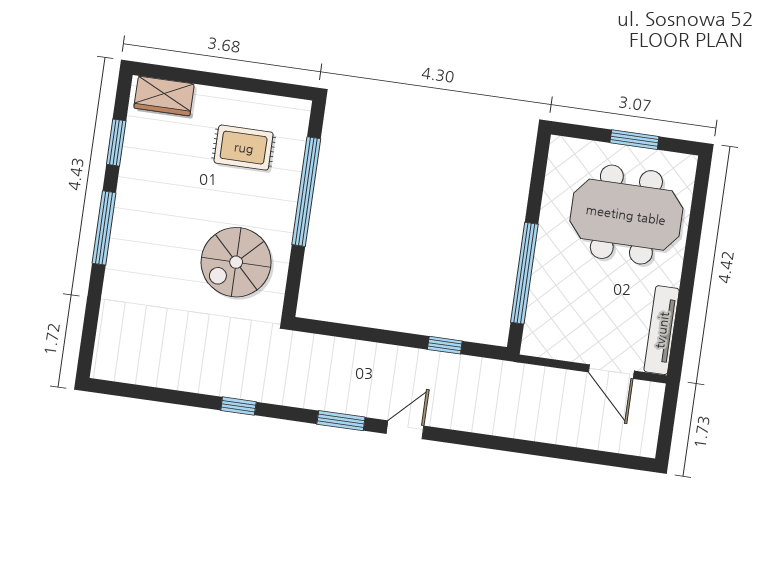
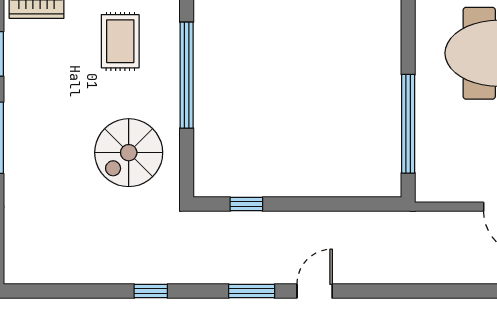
rug: (244, 148) -> (120, 41), turned 90
window: (445, 345) -> (246, 204), moved

